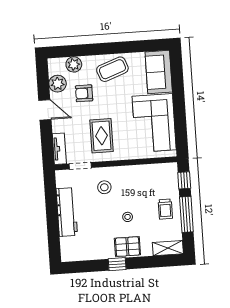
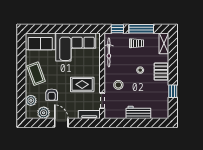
door: (45, 110) -> (61, 123), hinge flipped
bicycle: (150, 171) -> (109, 52), added
workbench: (67, 212) -> (138, 112), width x0.73
window: (117, 264) -> (173, 91), moved

